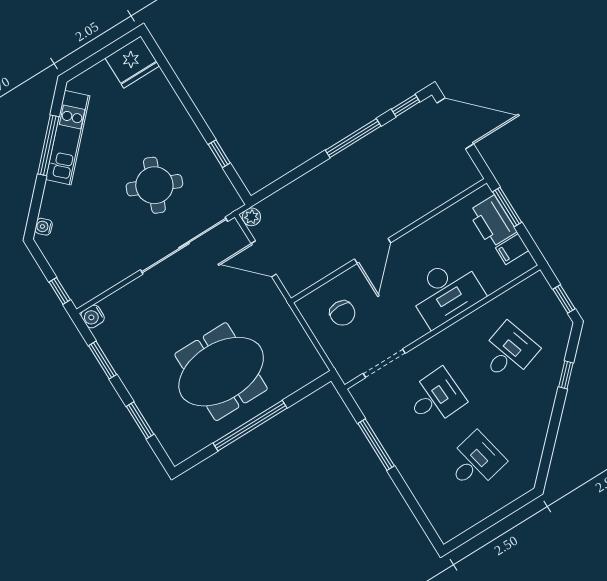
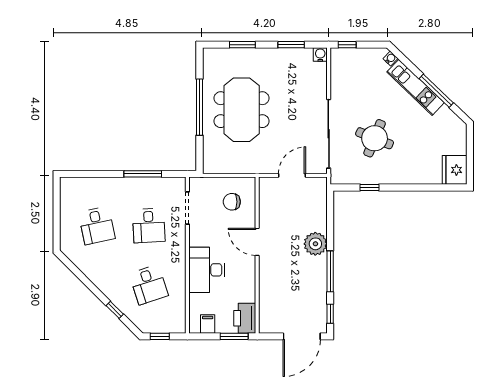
kitchen unit: (68, 138) -> (416, 87), moved
plant: (251, 217) -> (315, 244), moved, width x1.88, depth x1.88
printer: (492, 222) -> (245, 318), moved, turned -90

